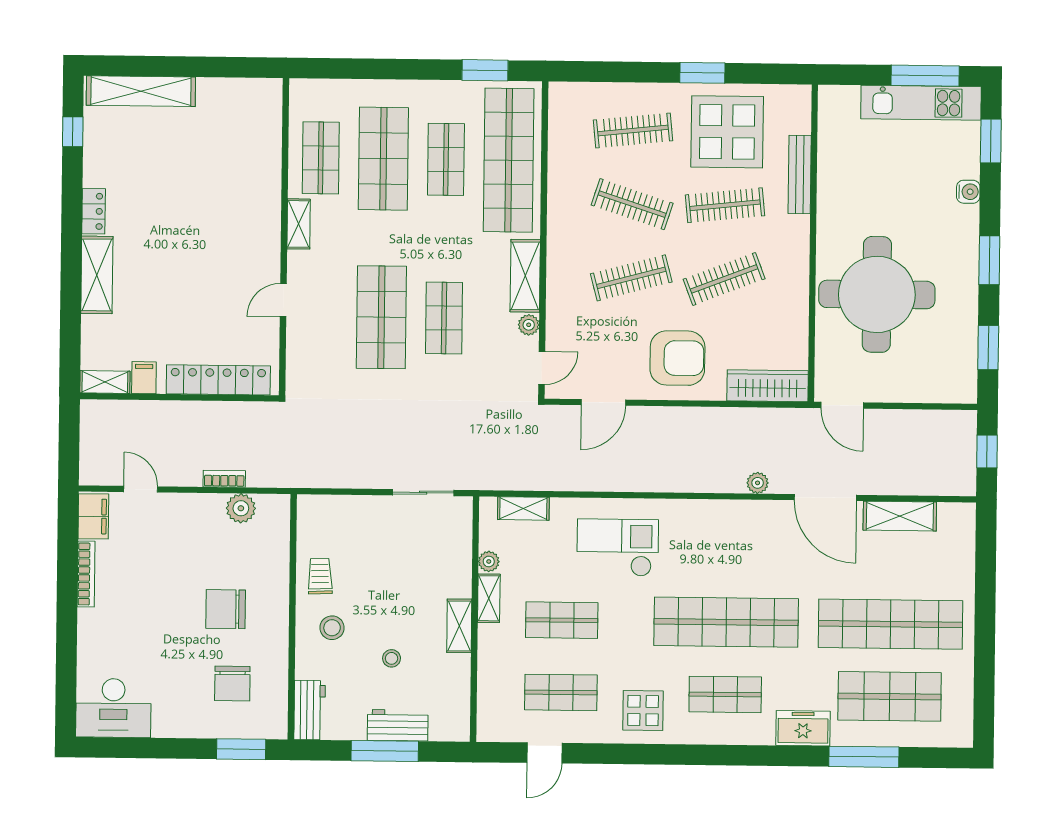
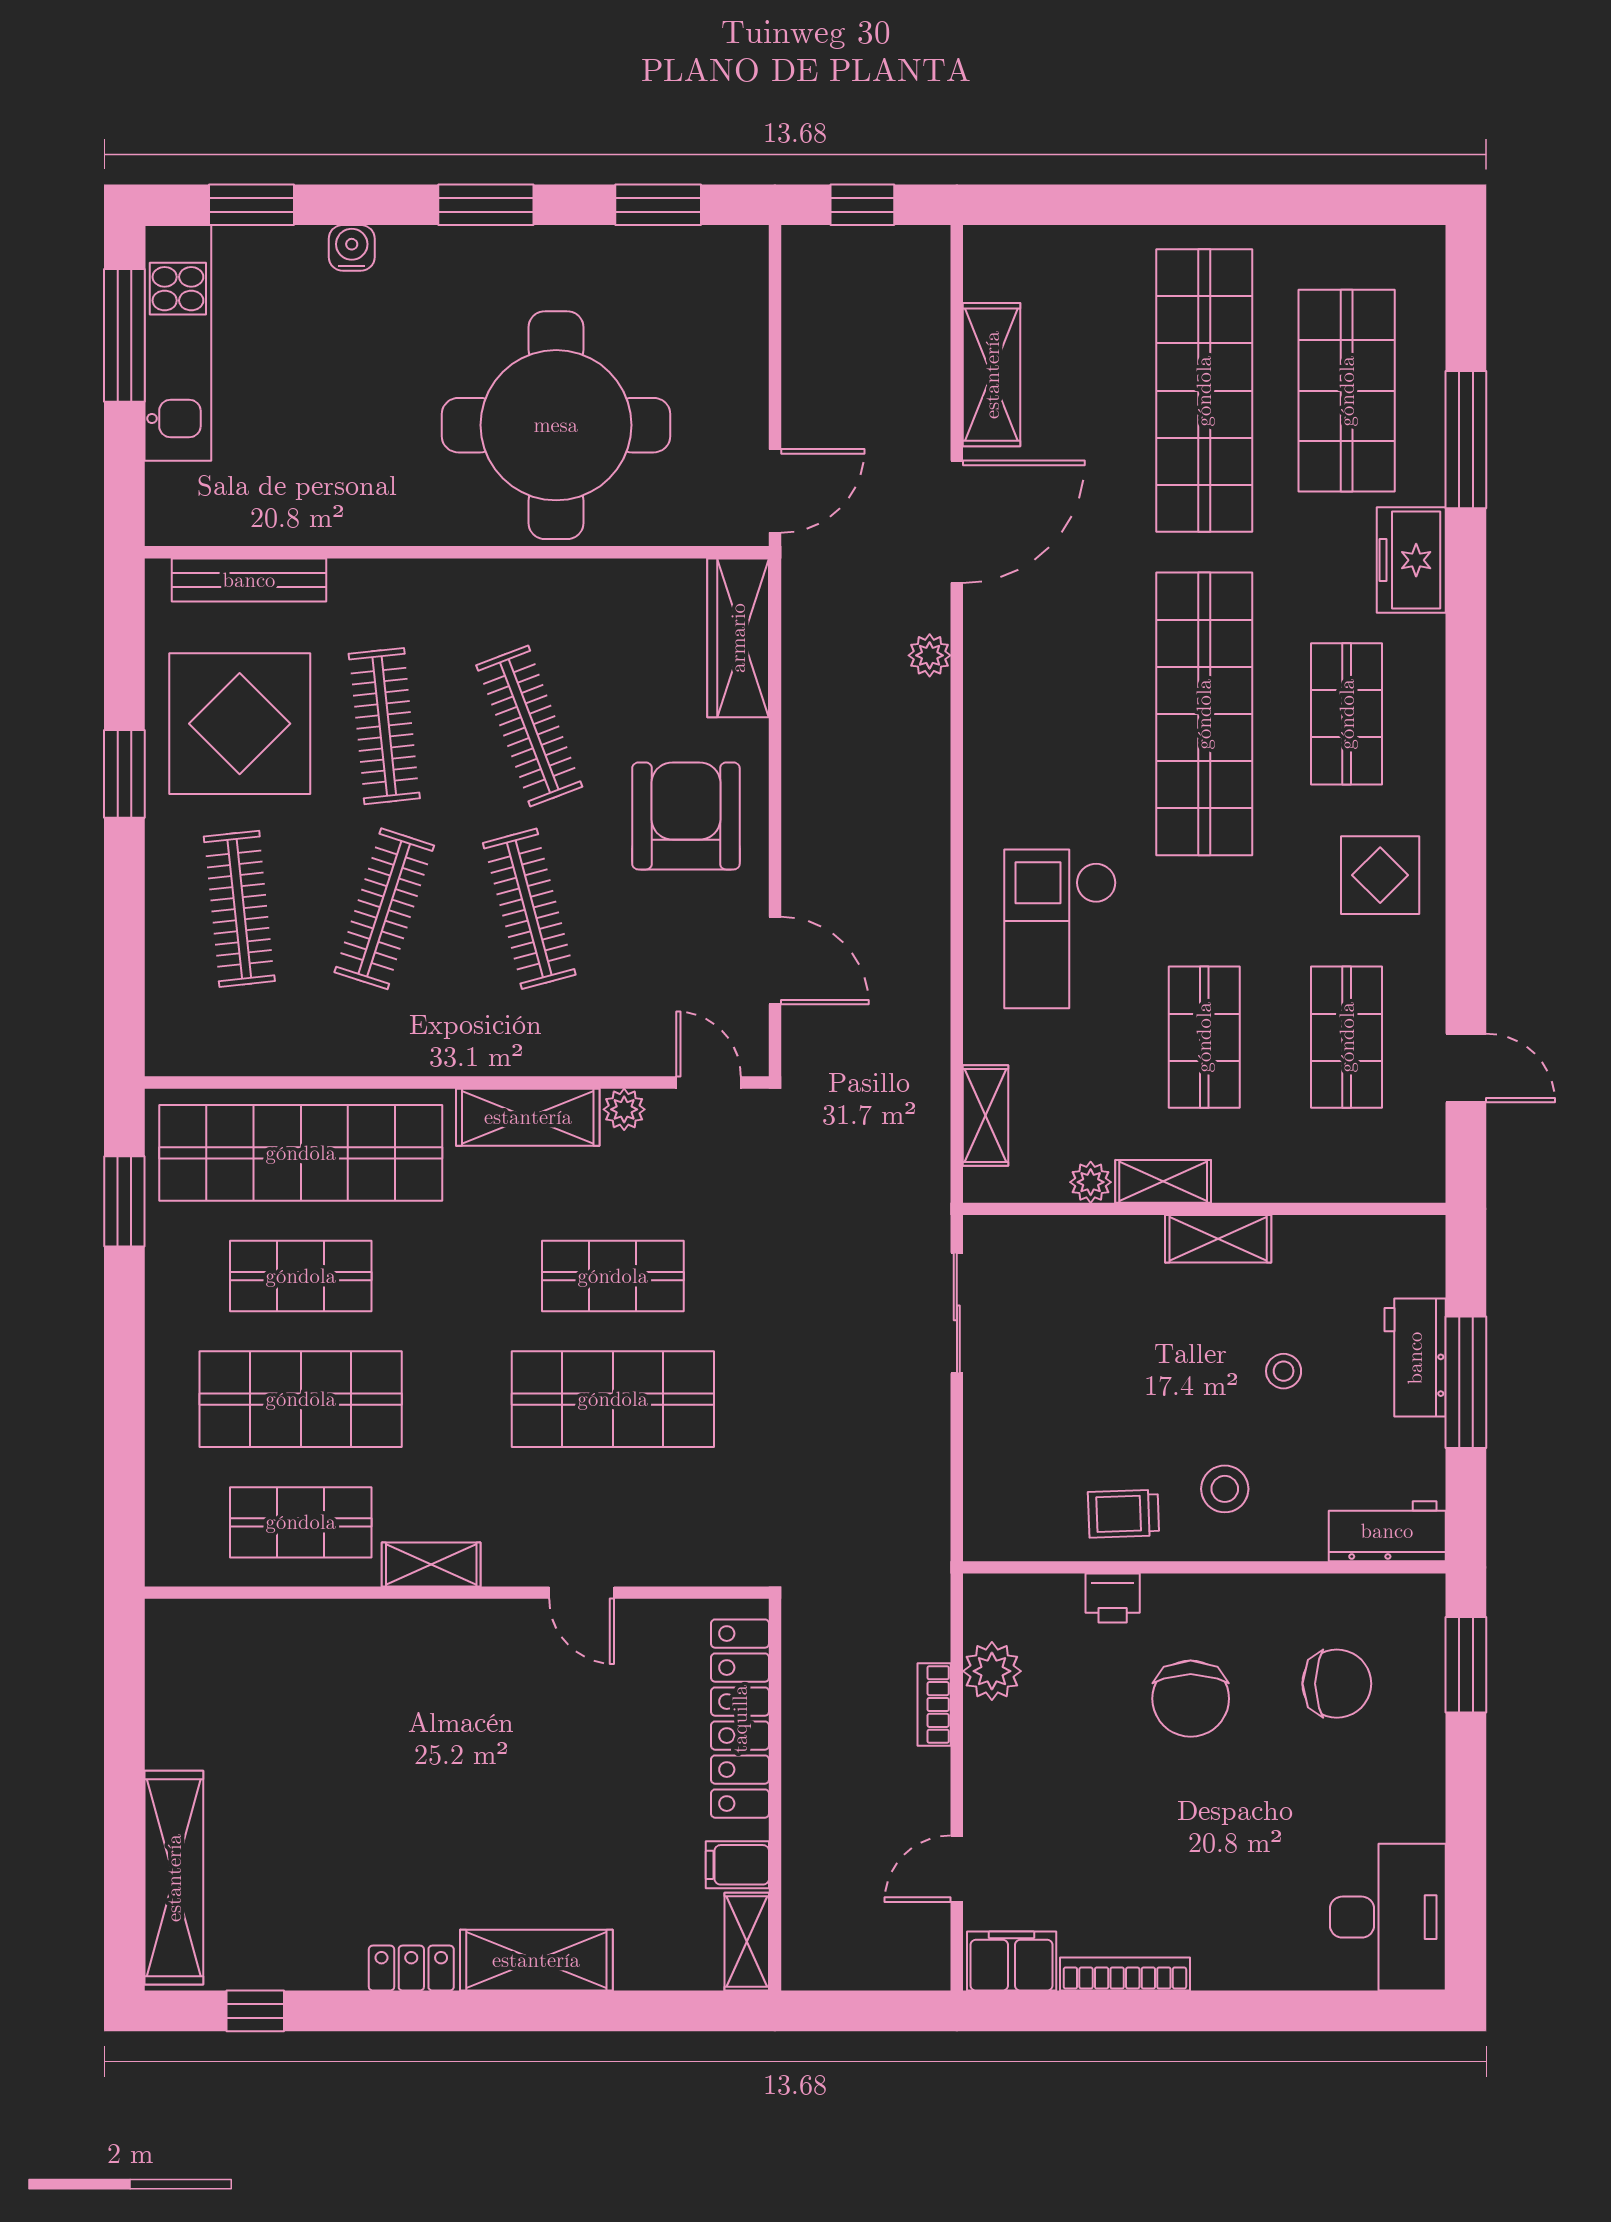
bench: (800, 174) -> (249, 580), moved
printer: (277, 570) -> (1113, 1598), added

